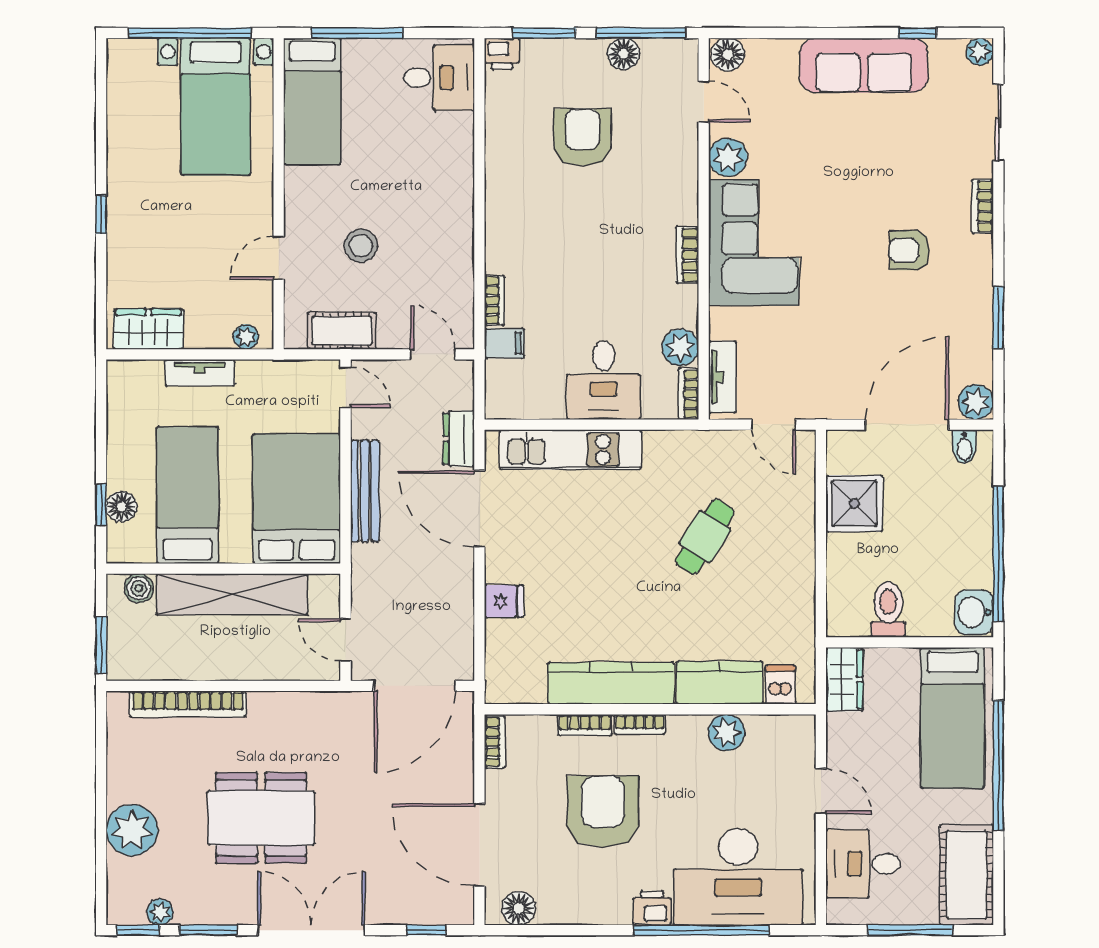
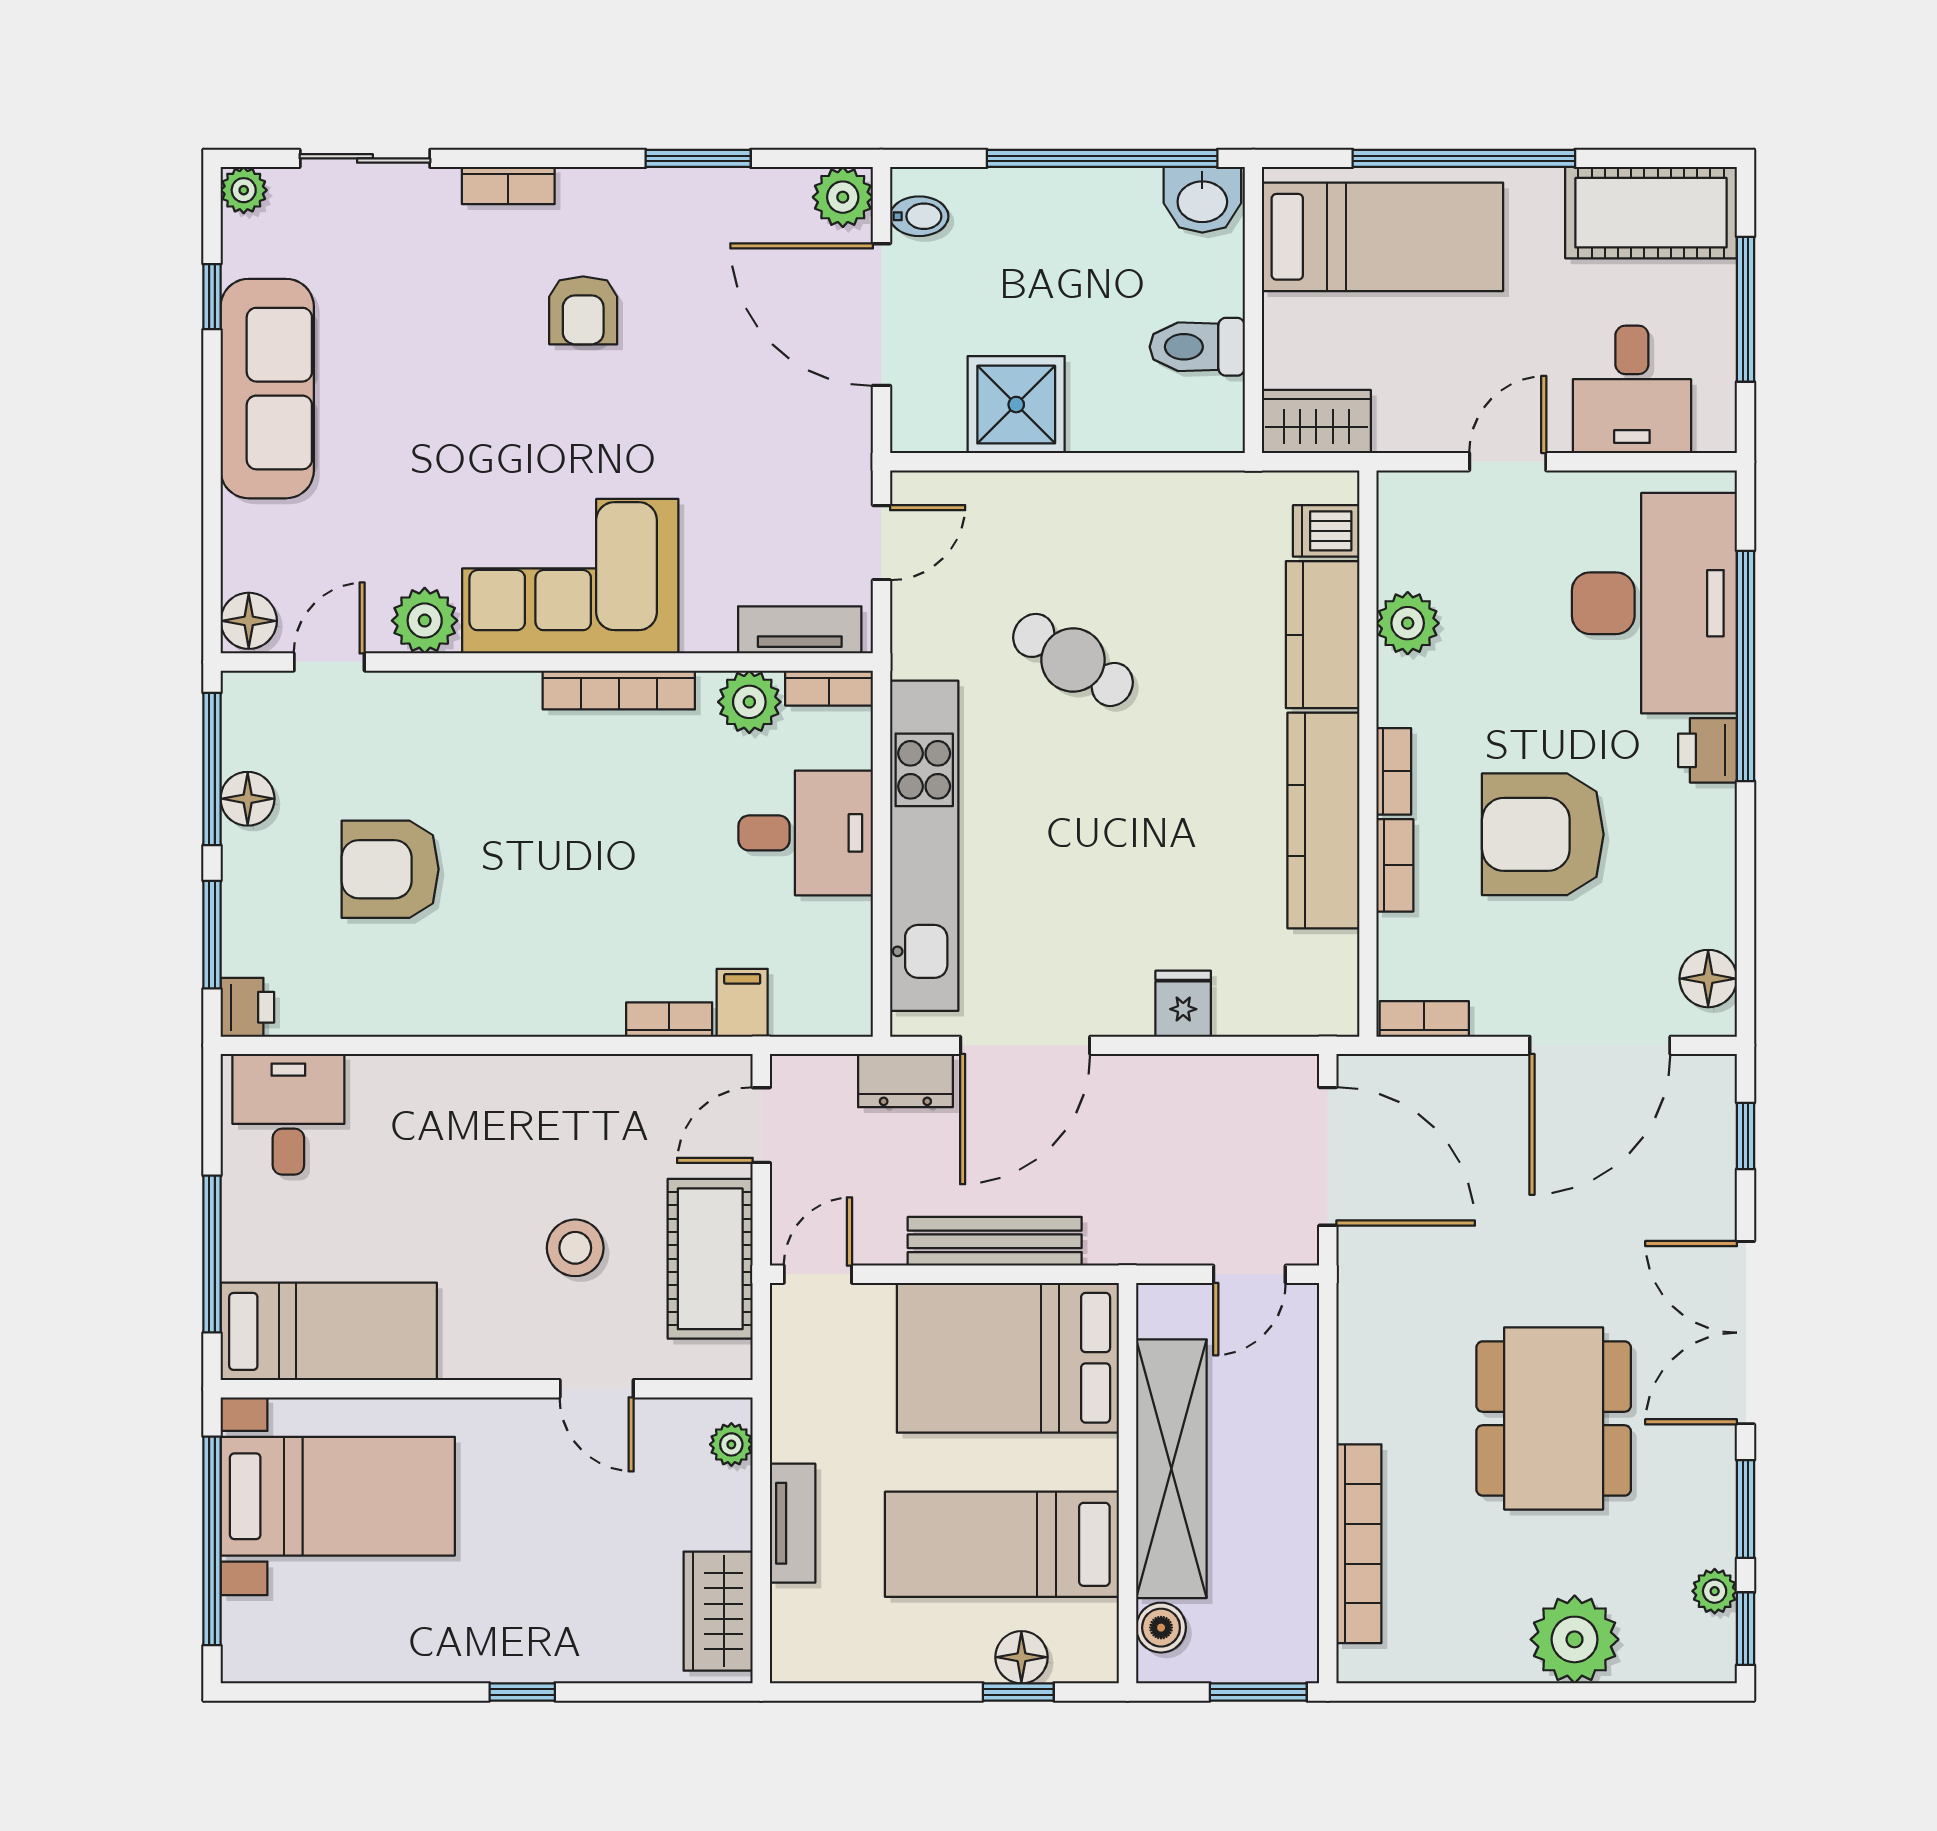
bookcase: (687, 255) -> (619, 690), width x1.56
cot: (342, 331) -> (710, 1259), width x1.37, depth x1.34
kitchen unit: (570, 450) -> (924, 846), width x1.36

